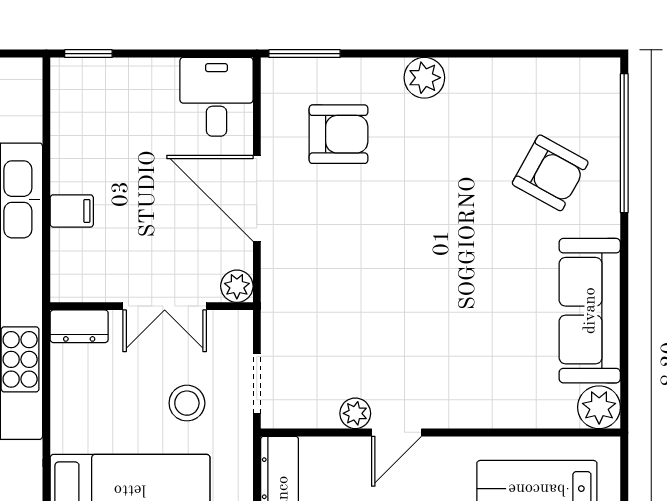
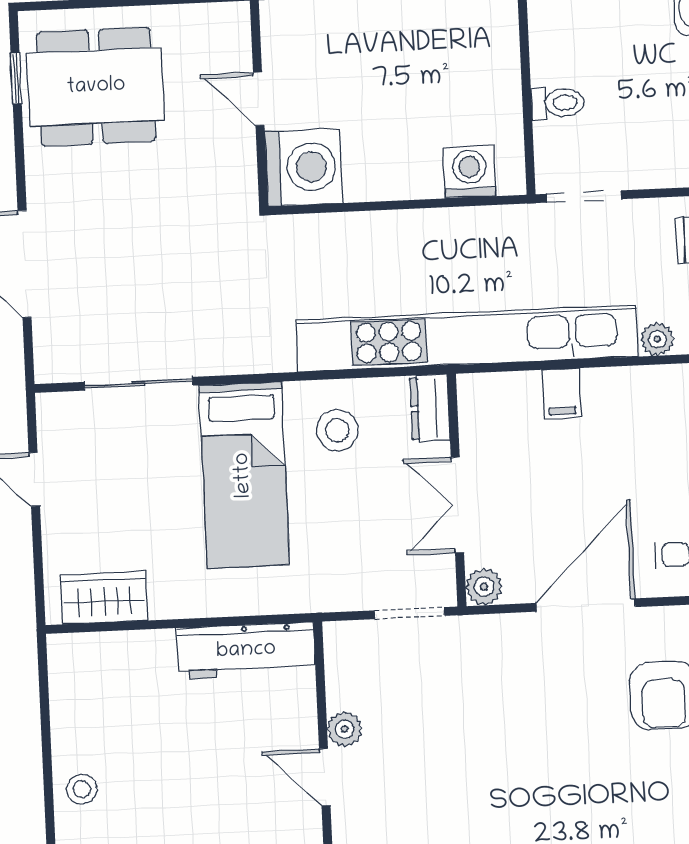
plant: (28, 126) -> (657, 339), added
doorway: (257, 383) -> (410, 613), moved
stool: (187, 403) -> (337, 430), moved

